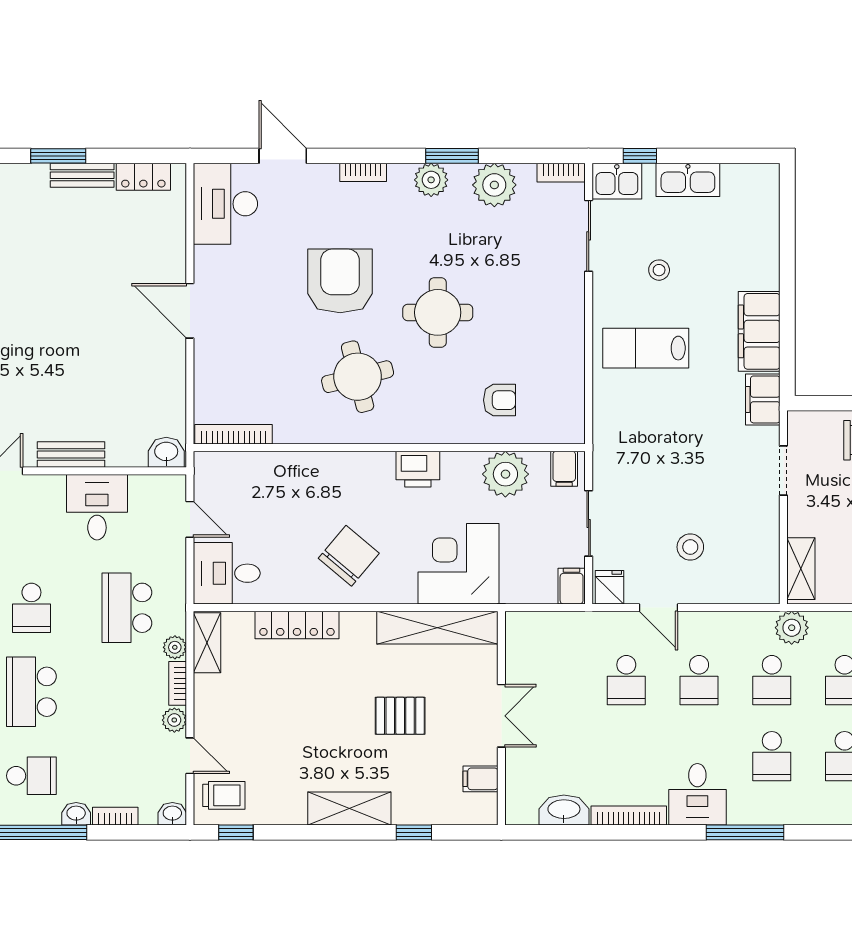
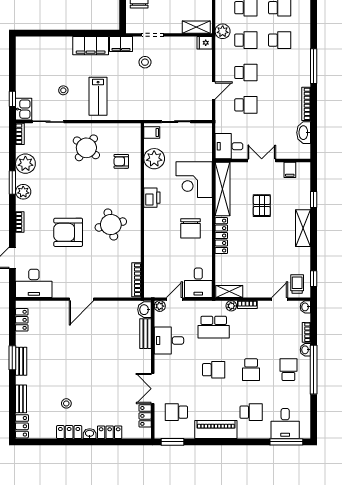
bench: (82, 175) -> (21, 361), moved
kitchen sink: (688, 180) -> (23, 77), removed
round table: (438, 312) -> (86, 148), moved, turned 38
armchair: (499, 400) -> (121, 161), turned -90
bench: (71, 455) -> (145, 334), moved
stool: (690, 547) -> (145, 62), moved
chair: (349, 556) -> (191, 228), turned -130
filing cabinet: (572, 586) -> (204, 129), removed
fridge: (609, 587) -> (205, 43), moved
locker: (297, 625) -> (221, 236), moved
school desk: (31, 692) -> (251, 370), width x0.54
plant: (174, 720) -> (160, 306), moved
desk: (697, 794) -> (229, 146), moved, turned 180
window: (745, 832) -> (314, 66), moved

